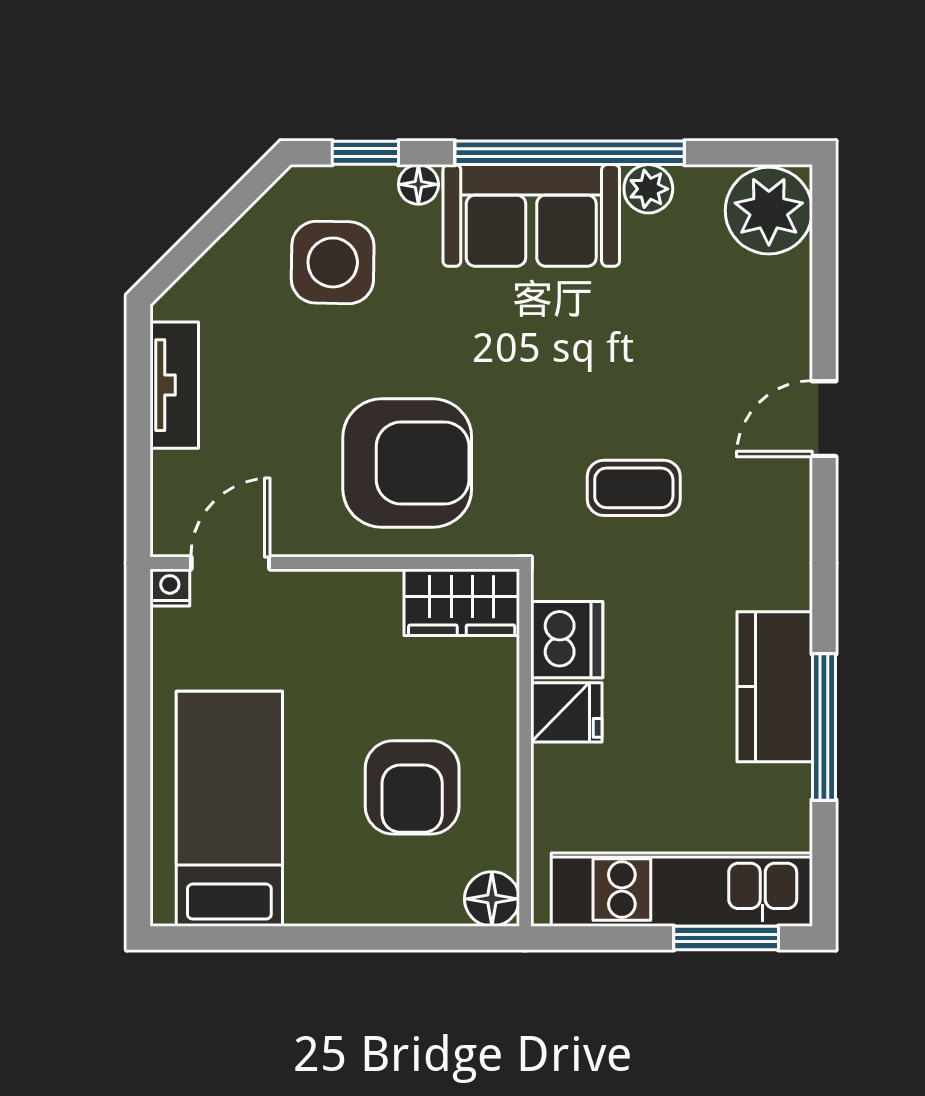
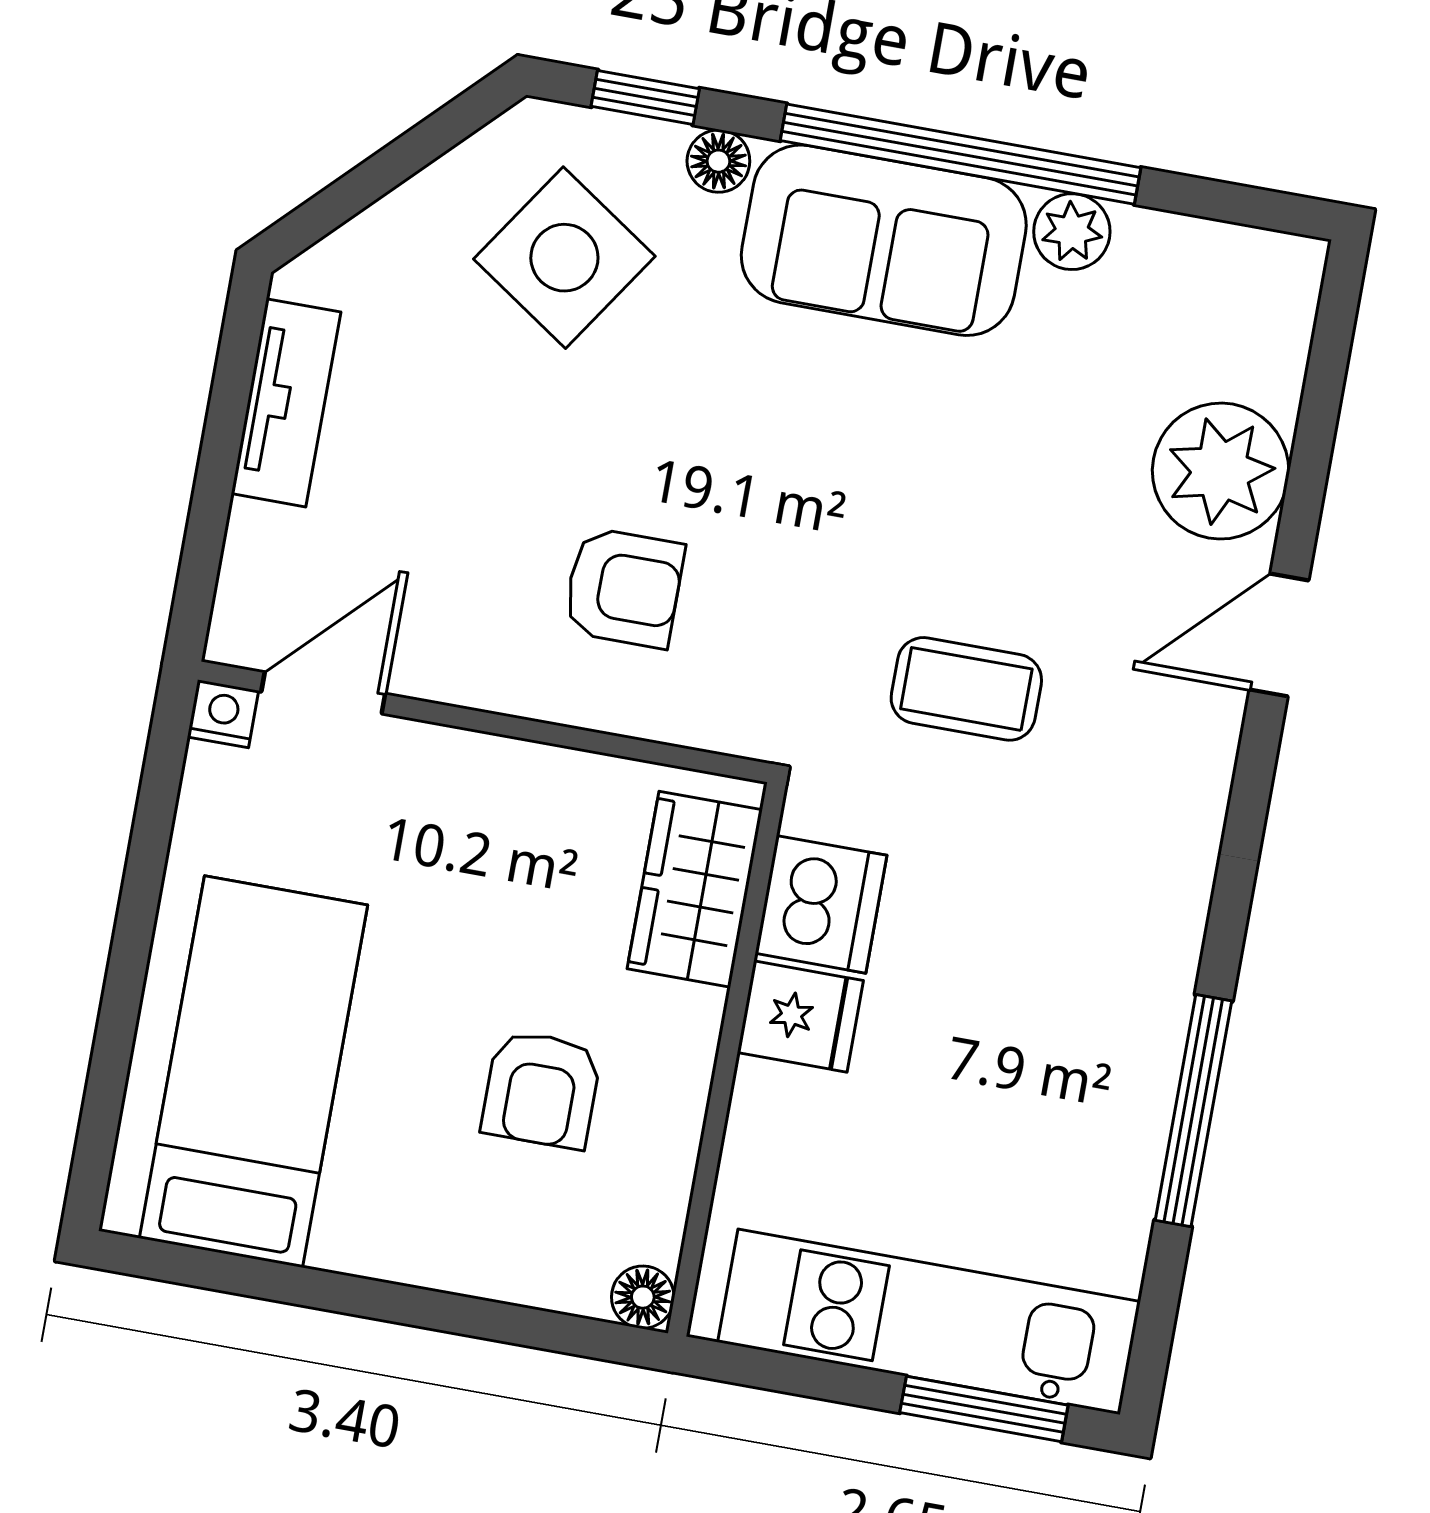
plant: (769, 211) -> (1221, 471), moved
side table: (333, 262) -> (564, 258), turned 33
armchair: (407, 463) -> (624, 588), width x0.53, depth x0.53
wardrobe: (462, 602) -> (695, 889), moved, turned 90
kitchen counter: (775, 687) -> (1128, 1035), removed
armchair: (412, 787) -> (541, 1089), width x0.72, depth x0.72
floor lamp: (492, 899) -> (643, 1297), width x0.73, depth x0.73

